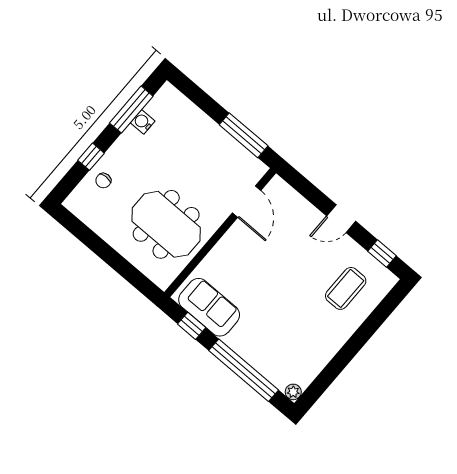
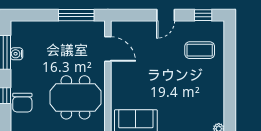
chair: (103, 181) -> (22, 103), width x1.87, depth x1.87
coffee table: (346, 288) -> (200, 50), turned 90

